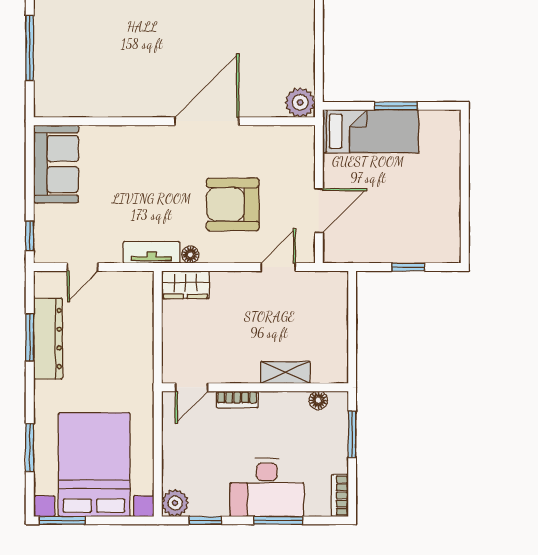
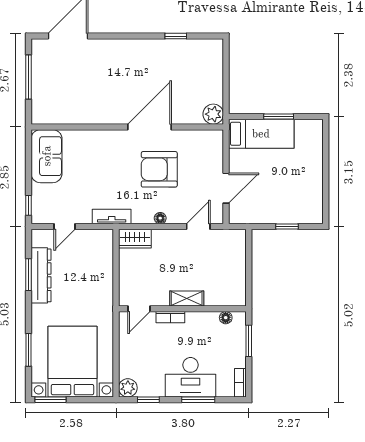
armchair: (233, 204) -> (159, 169), moved
floor lamp: (190, 255) -> (160, 218), moved
shelving: (285, 372) -> (187, 299), moved

